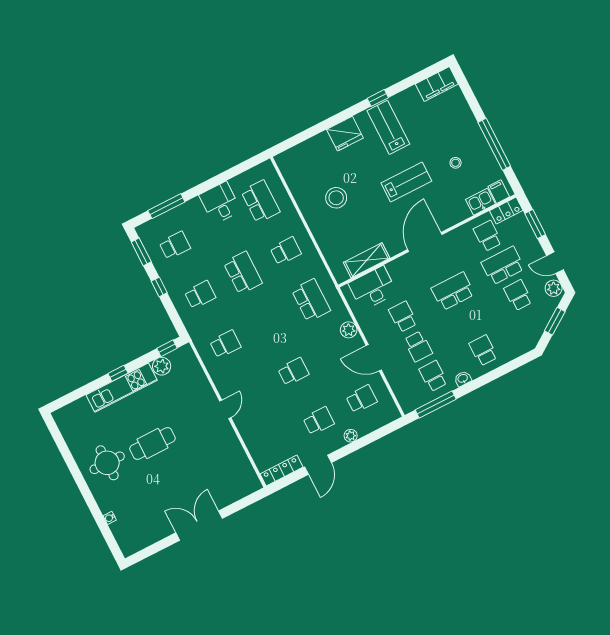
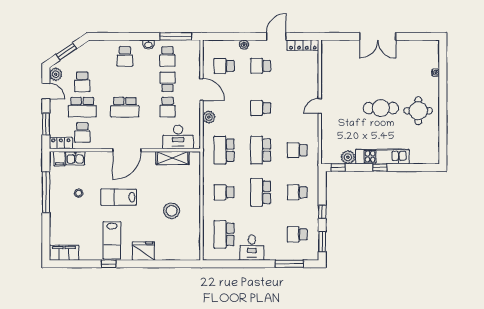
school desk: (268, 322) -> (261, 150), added

